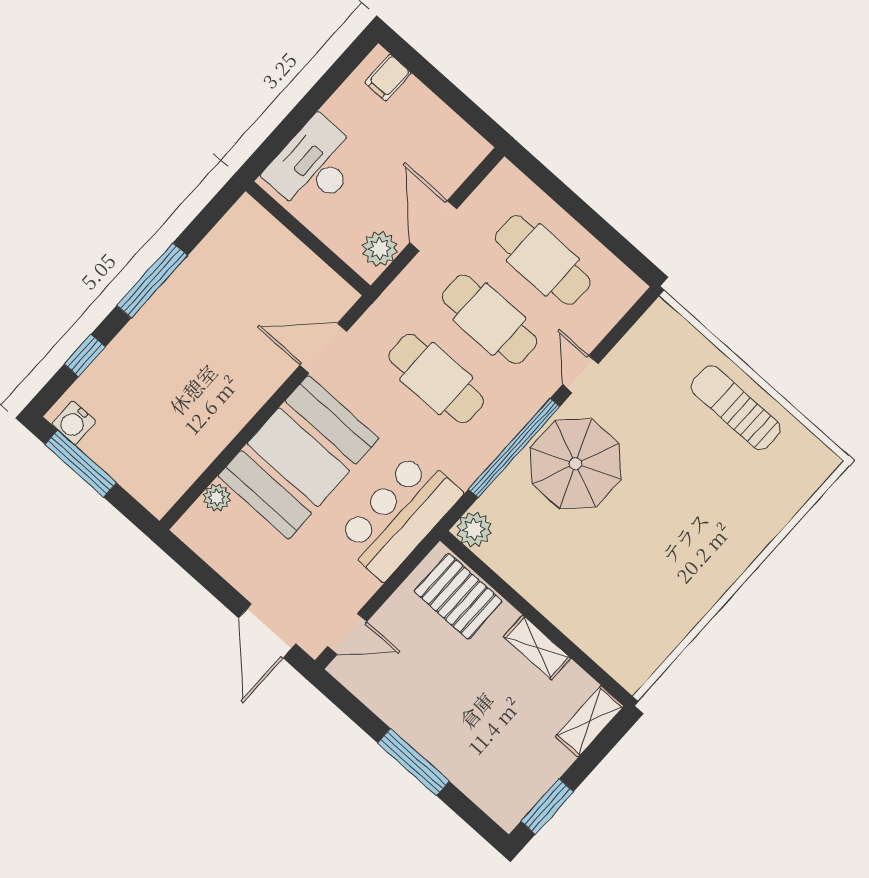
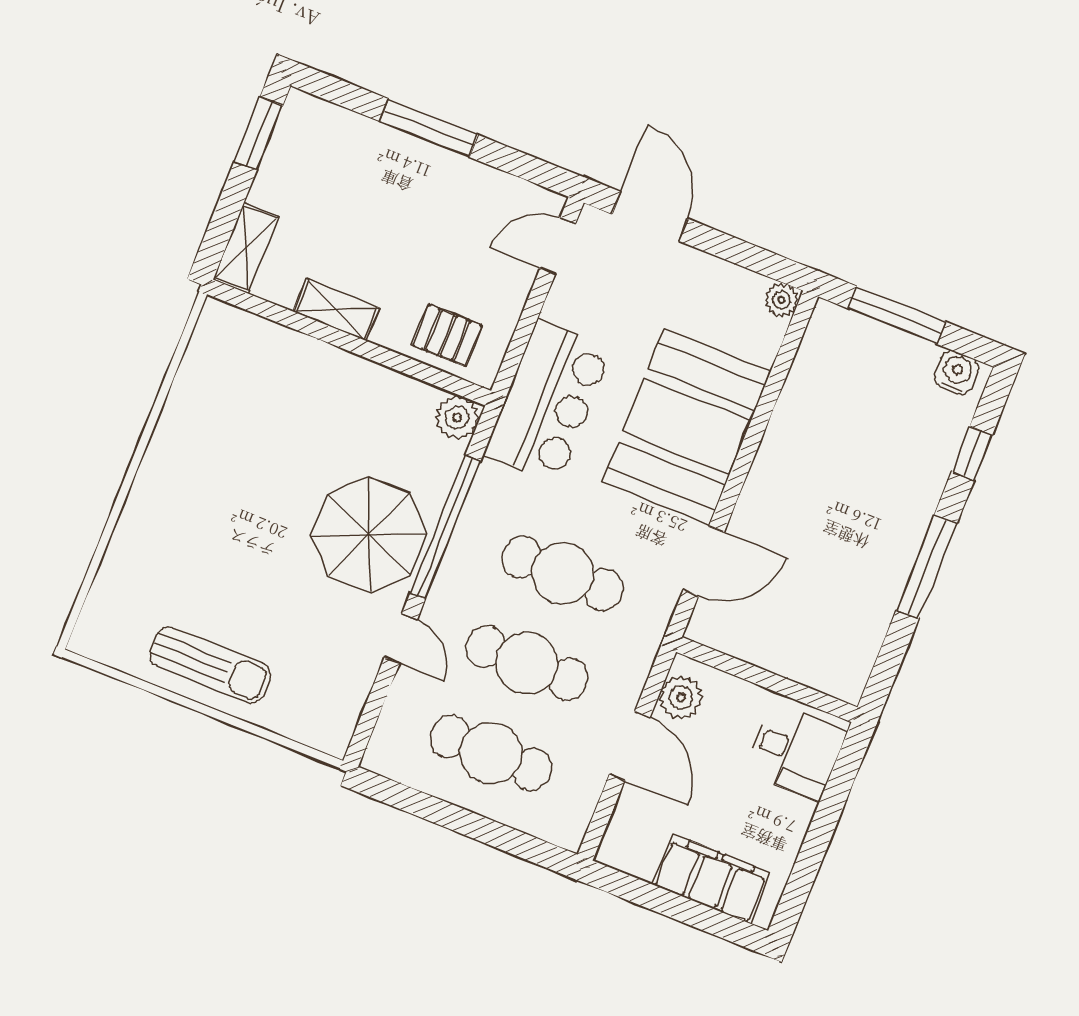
filing cabinet: (388, 78) -> (712, 879), width x3.00, depth x1.17
desk: (314, 166) -> (795, 751), width x0.73
window: (81, 464) -> (897, 315), moved
plant: (217, 497) -> (782, 300), moved
pallet: (458, 596) -> (447, 335), width x0.67, depth x0.71

